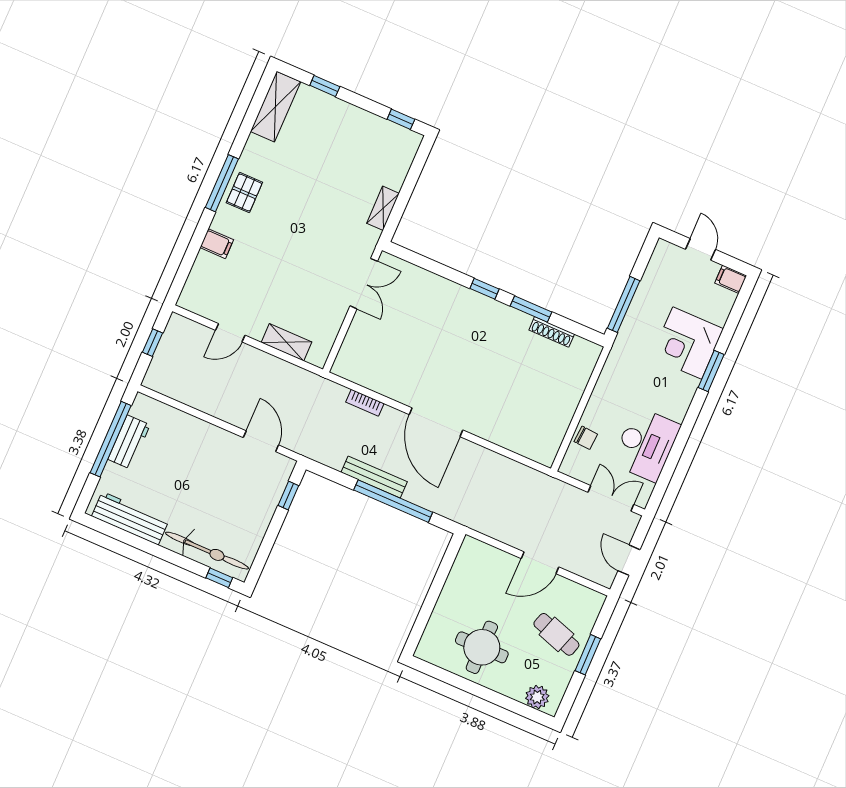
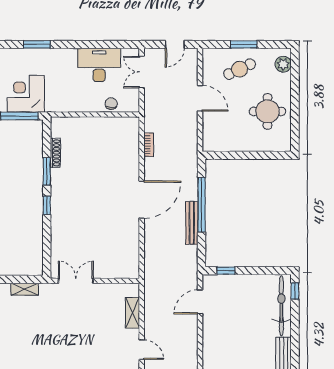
corner desk: (687, 343) -> (26, 94), moved, turned 180
bookcase: (365, 403) -> (149, 145), moved
cafe table: (556, 634) -> (240, 69), turned 47

